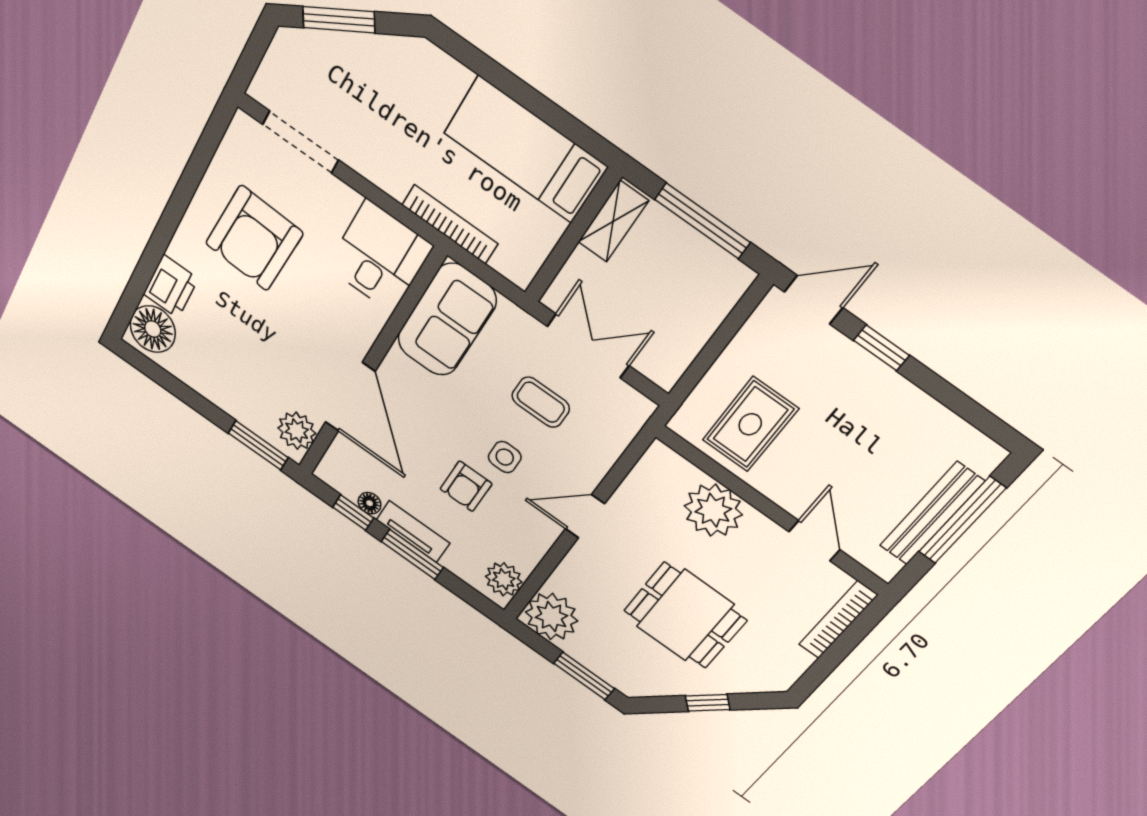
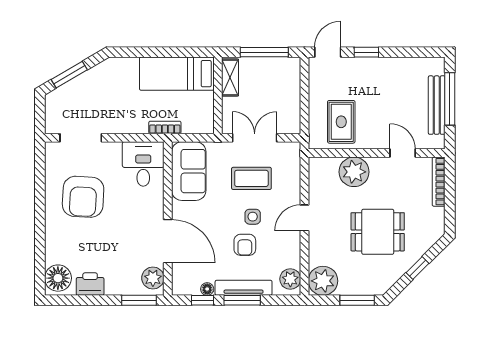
bookcase: (450, 224) -> (165, 127), width x0.64
printer: (171, 286) -> (90, 284), moved, turned -90
coffee table: (541, 402) -> (251, 178), width x1.36, depth x1.30
tv unit: (413, 532) -> (244, 288), width x1.41

